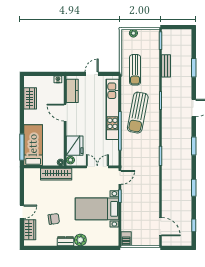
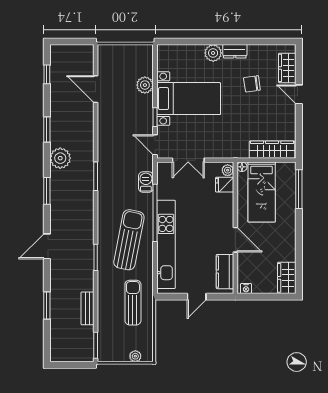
wardrobe: (30, 98) -> (287, 278), moved
bed: (33, 145) -> (262, 192), moved
fridge: (75, 146) -> (225, 185), width x0.53, depth x0.75
plant: (185, 168) -> (60, 158), added
wardrobe: (56, 174) -> (272, 150), moved
door: (120, 177) -> (155, 145), hinge flipped
door: (22, 212) -> (299, 94), hinge flipped
plant: (127, 218) -> (145, 85), added
door: (161, 227) -> (96, 89), moved
barbecue: (126, 239) -> (146, 182), moved

